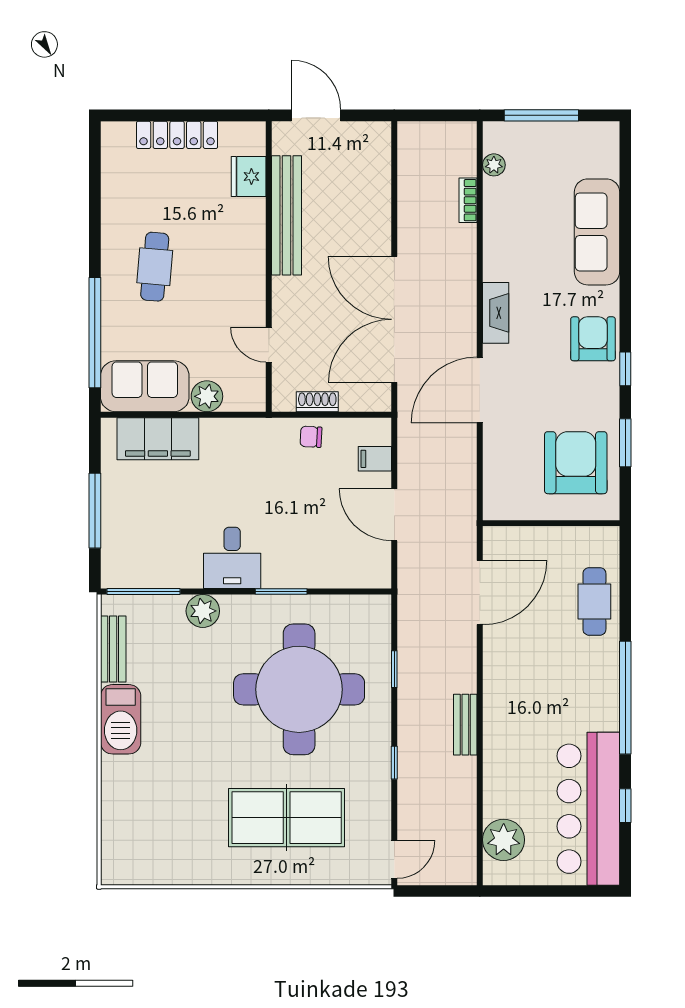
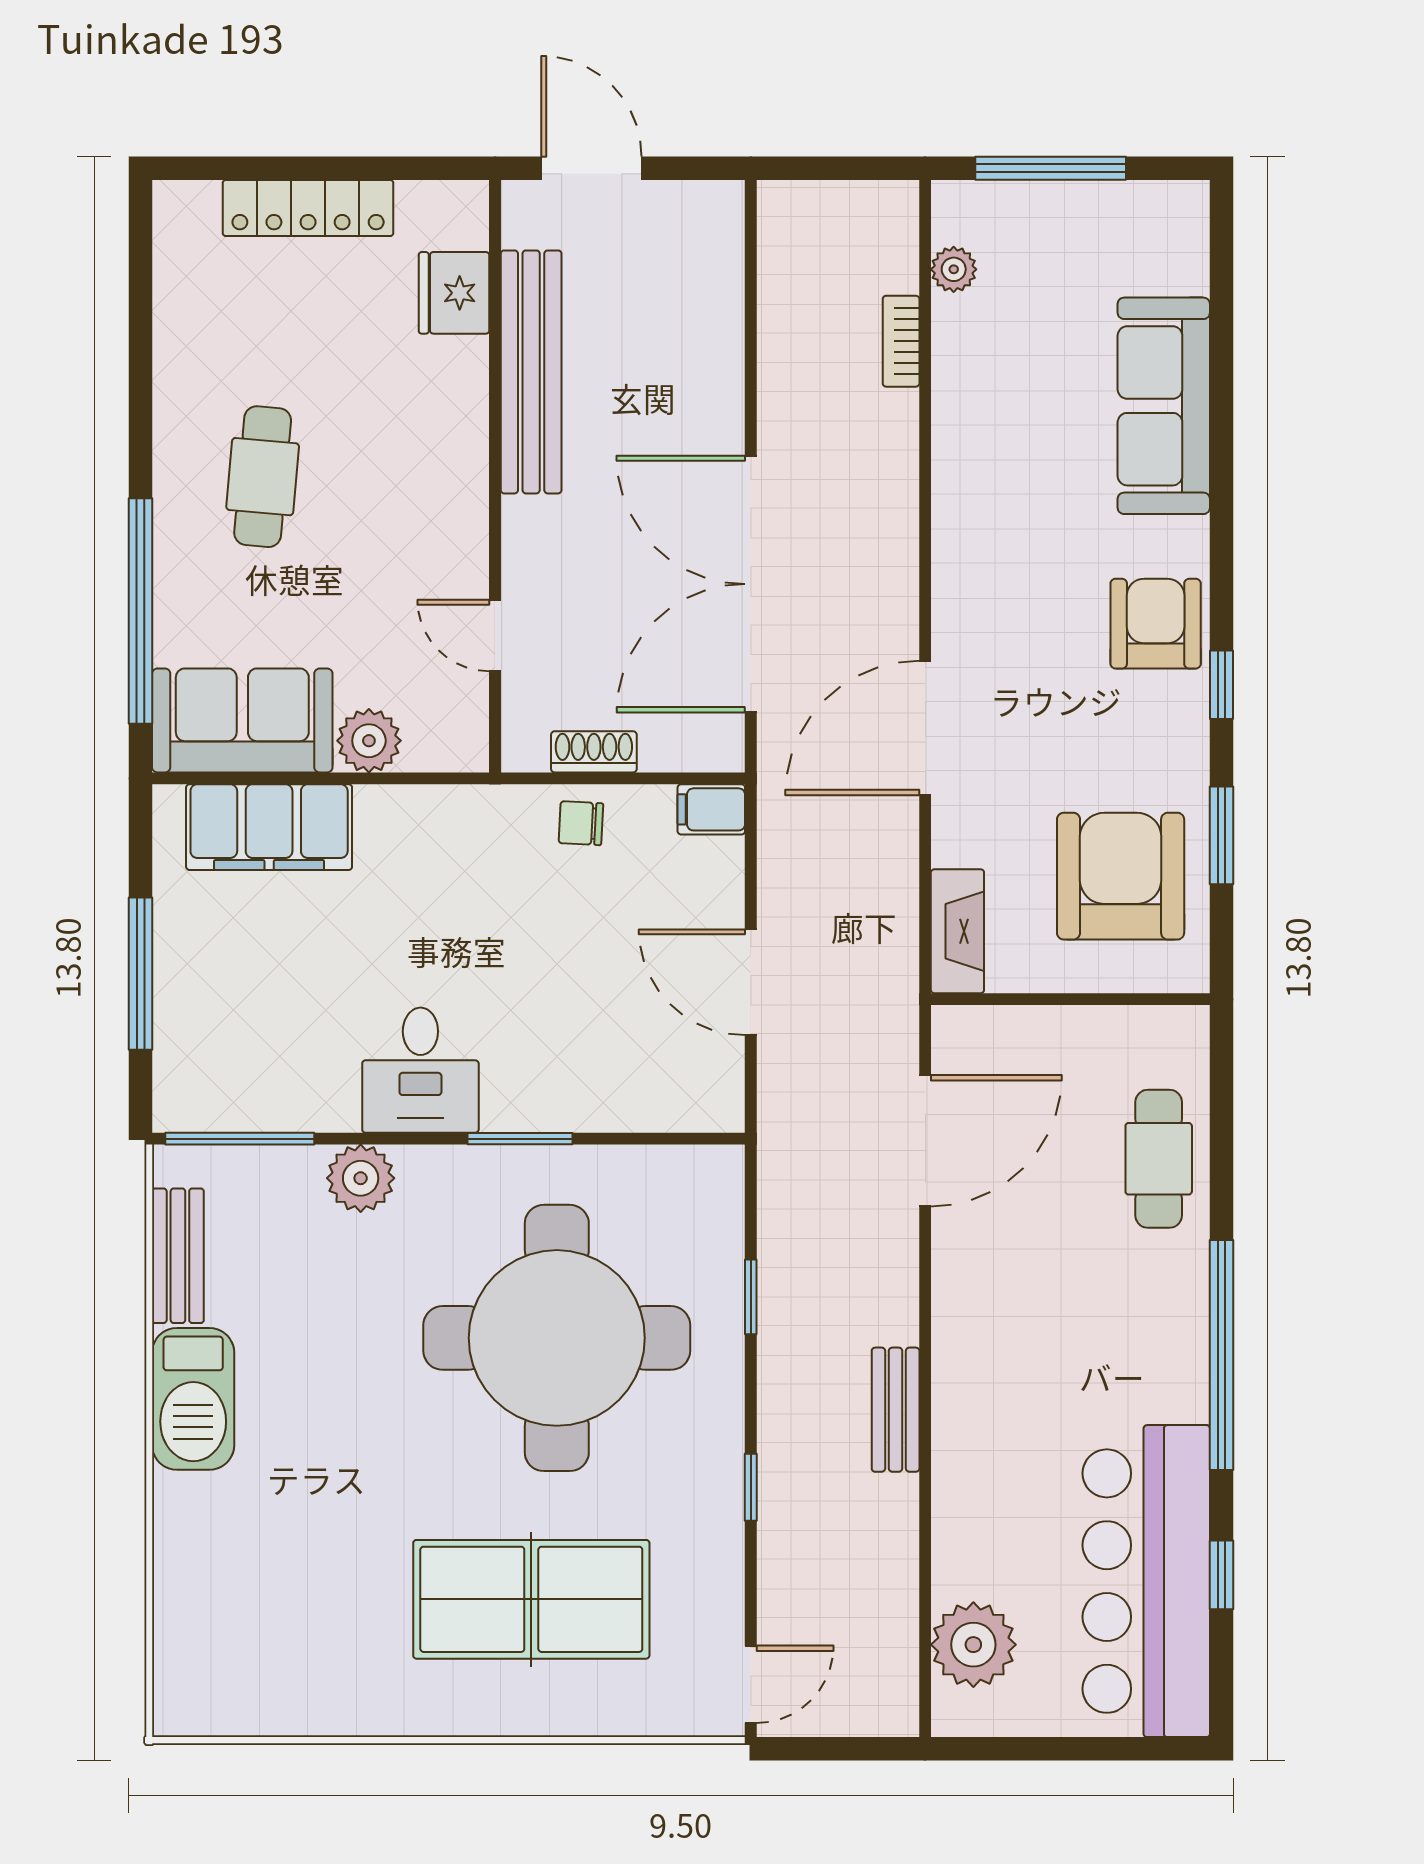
fireplace: (496, 313) -> (957, 931), moved
filing cabinet: (375, 459) -> (711, 809), moved

